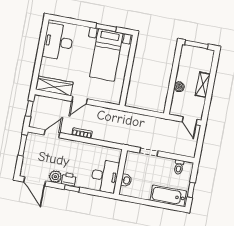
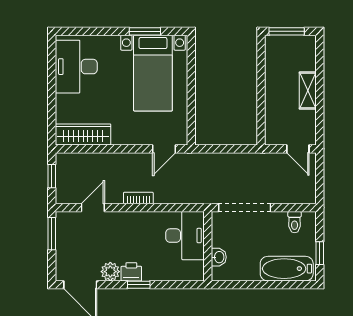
boiler: (179, 87) -> (272, 100), removed
door: (80, 100) -> (164, 149), moved
doorway: (149, 152) -> (245, 208), width x1.88
desk: (105, 176) -> (185, 236), moved

